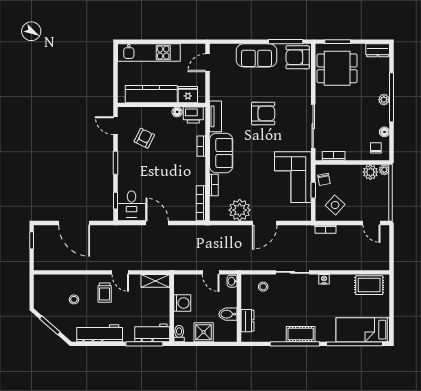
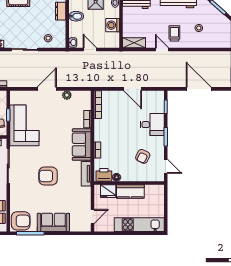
kitchen counter: (151, 94) -> (130, 191), width x0.67
desk: (131, 206) -> (152, 125), moved, turned 90
plant: (240, 210) -> (67, 95), width x0.53, depth x0.53

